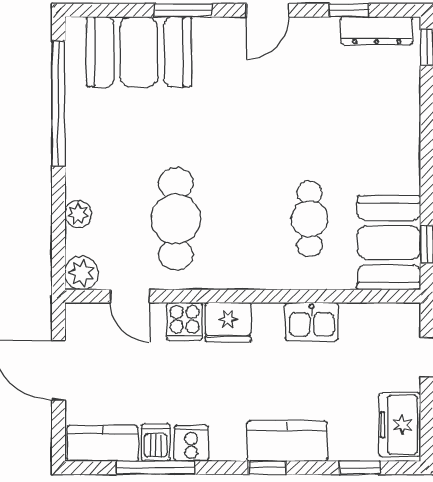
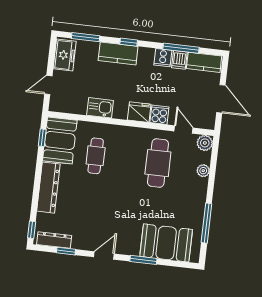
window: (58, 104) -> (206, 223), width x0.68
dresser: (402, 140) -> (48, 188), added
window: (360, 468) -> (86, 37), width x1.50

